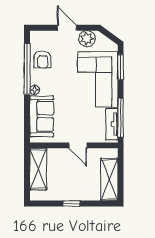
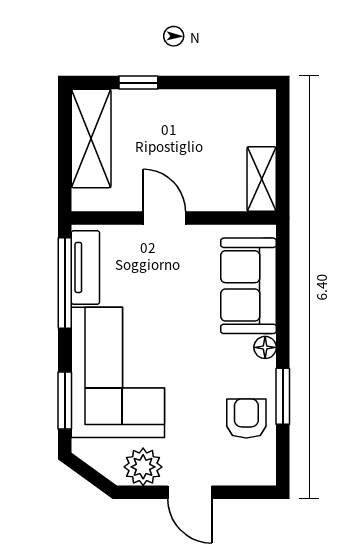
window: (27, 69) -> (283, 396), width x0.47
shelving: (38, 169) -> (262, 179), width x0.67, depth x0.75
window: (72, 203) -> (138, 83), moved

